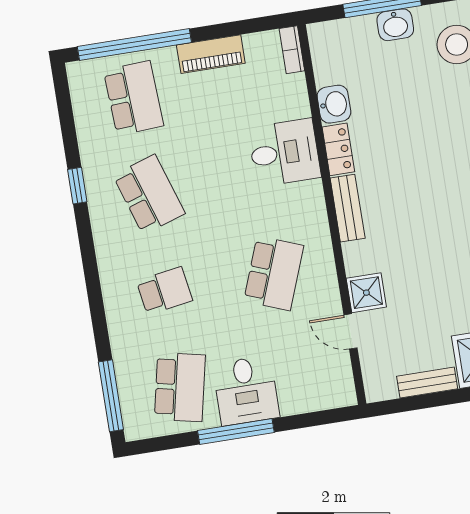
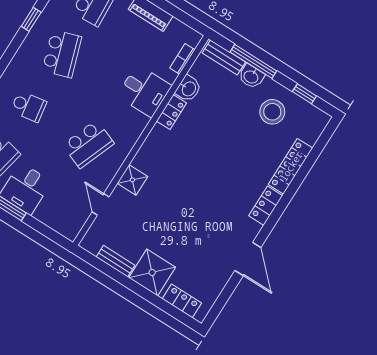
bookcase: (292, 50) -> (182, 59), moved
bench: (348, 208) -> (224, 57), moved, turned 90
shower: (366, 293) -> (132, 180), moved

